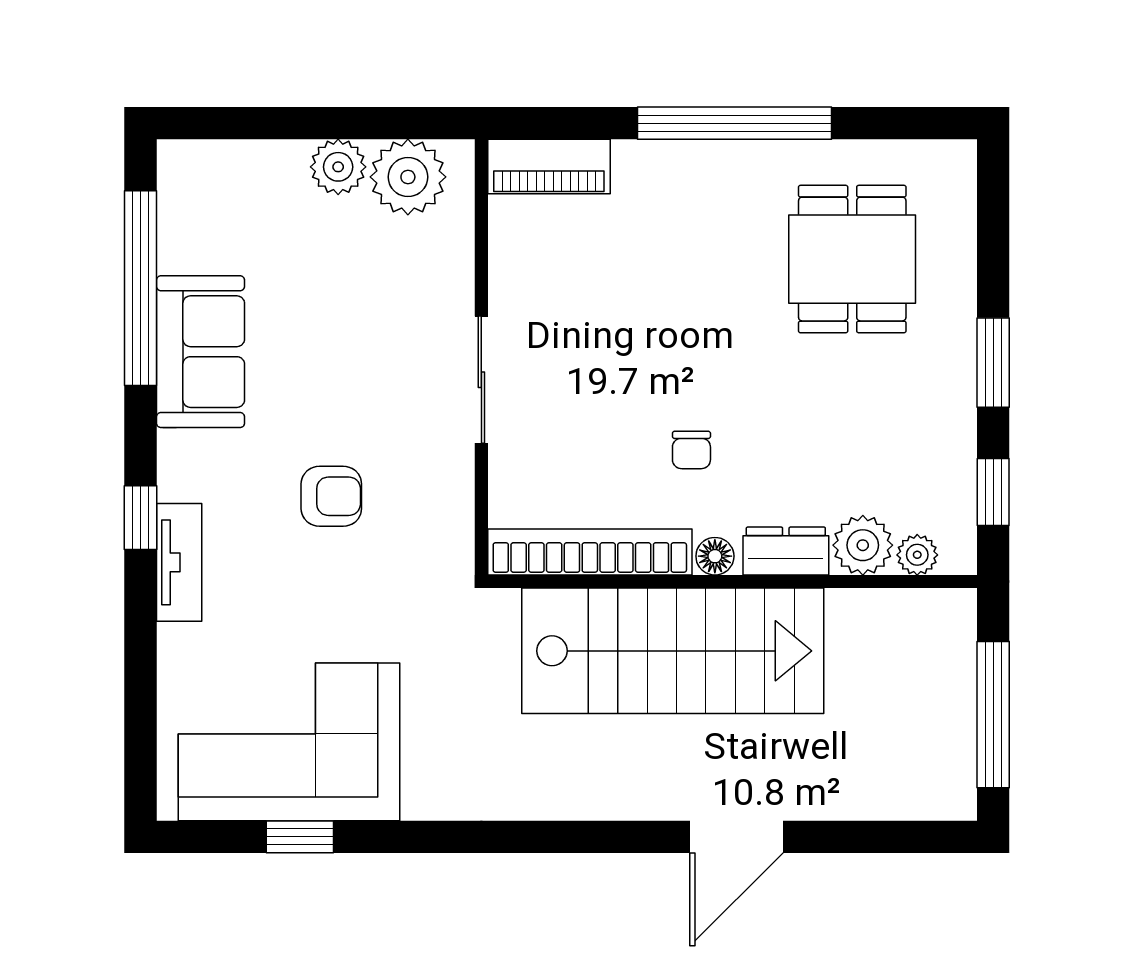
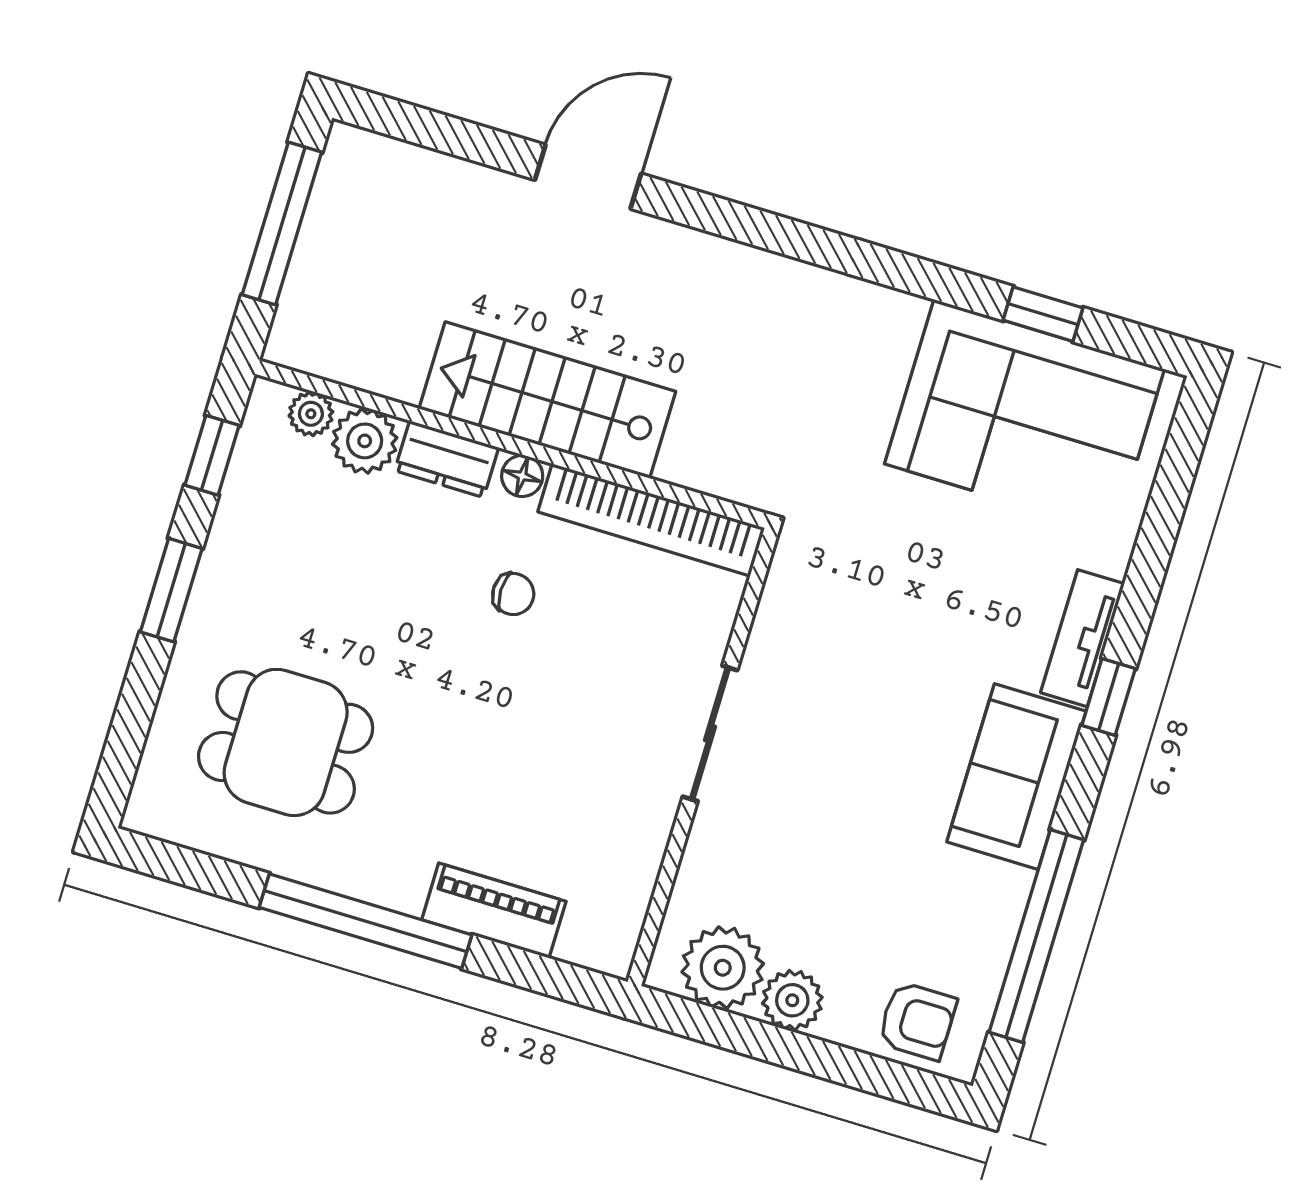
piano: (549, 166) -> (494, 911), moved
dining table: (852, 259) -> (286, 742), turned 90
sofa: (200, 352) -> (1016, 777), moved
chair: (691, 450) -> (513, 594), turned 90
armchair: (331, 496) -> (917, 1021), moved, turned 180
stairs: (673, 651) -> (547, 400), width x0.73, depth x0.66

